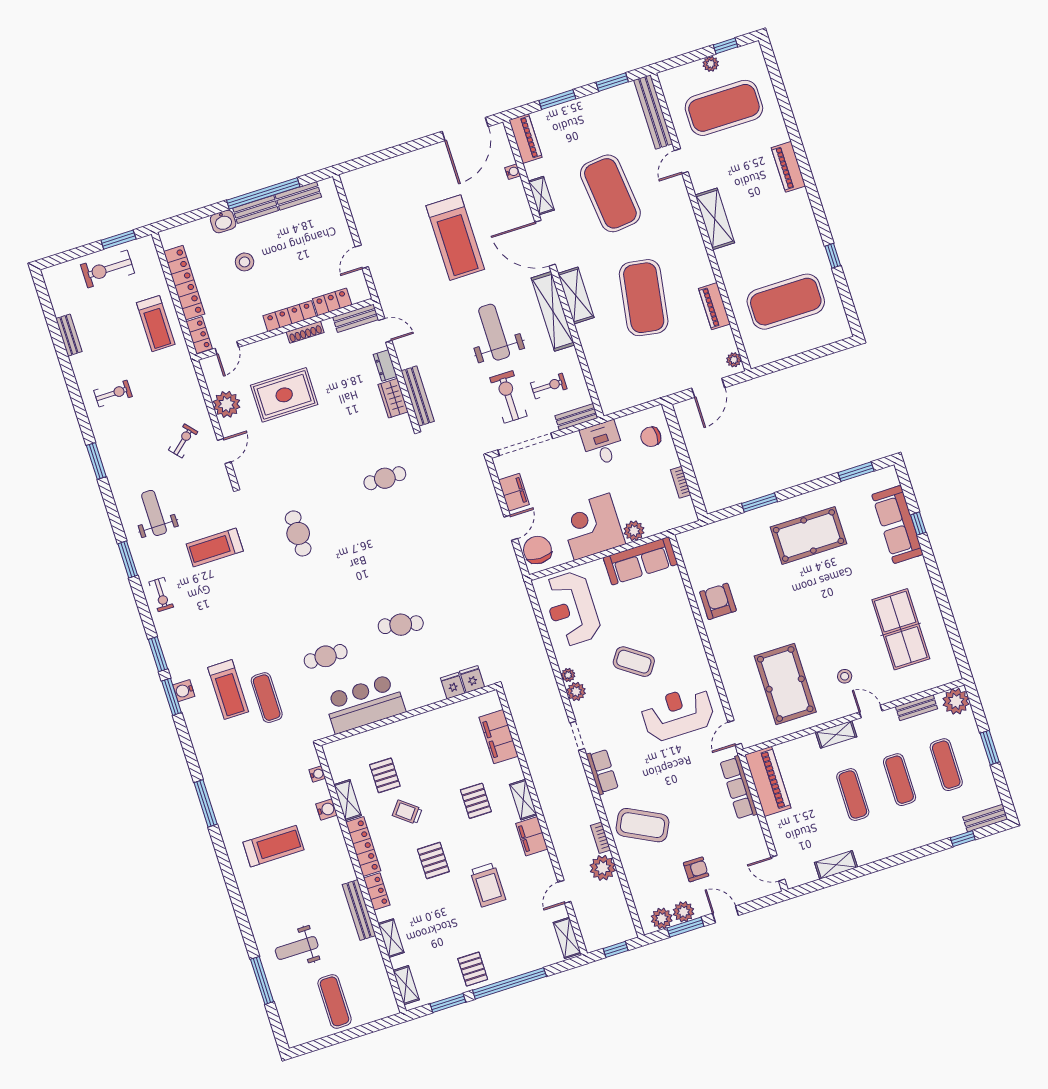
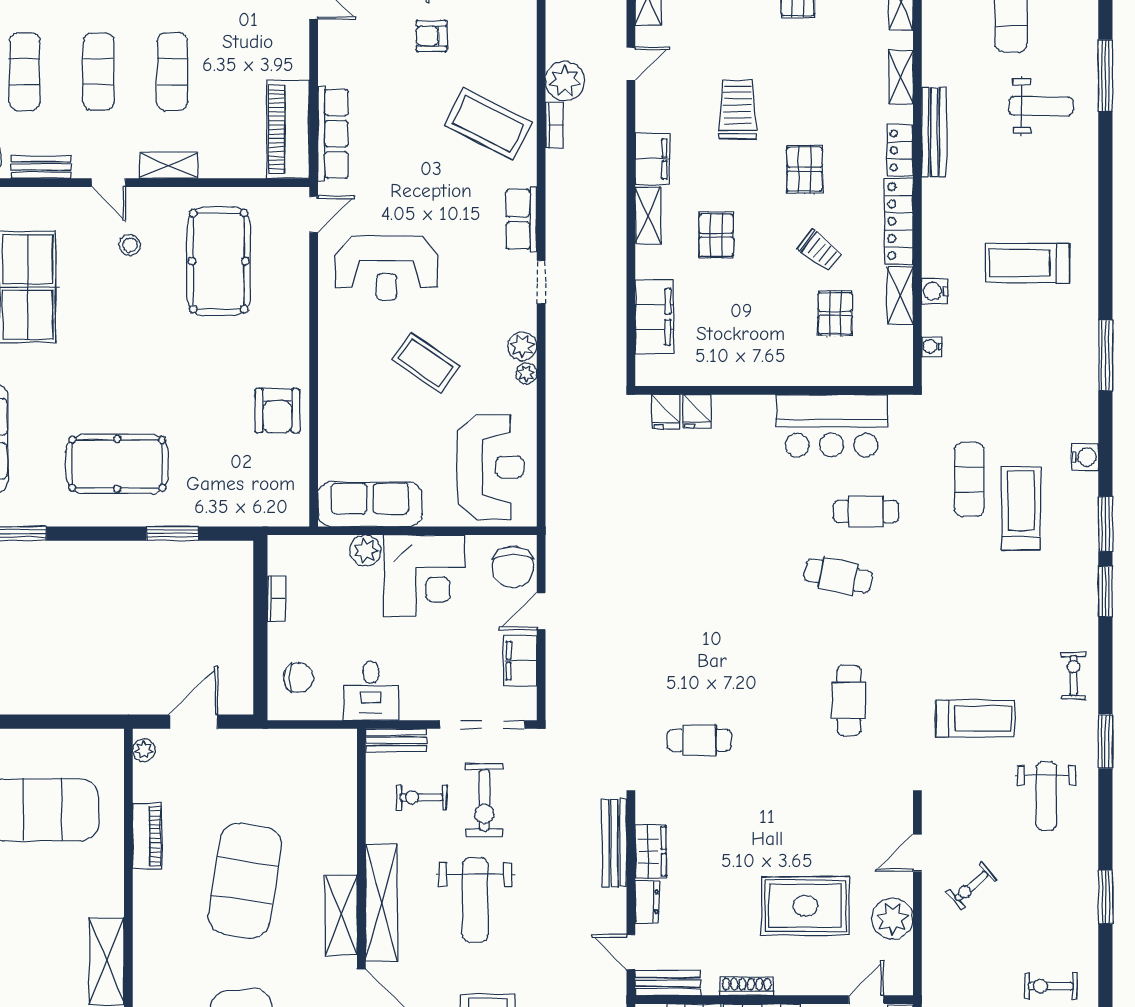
cafe table: (401, 625) -> (838, 576), moved
water cooler: (184, 691) -> (1085, 457), moved

